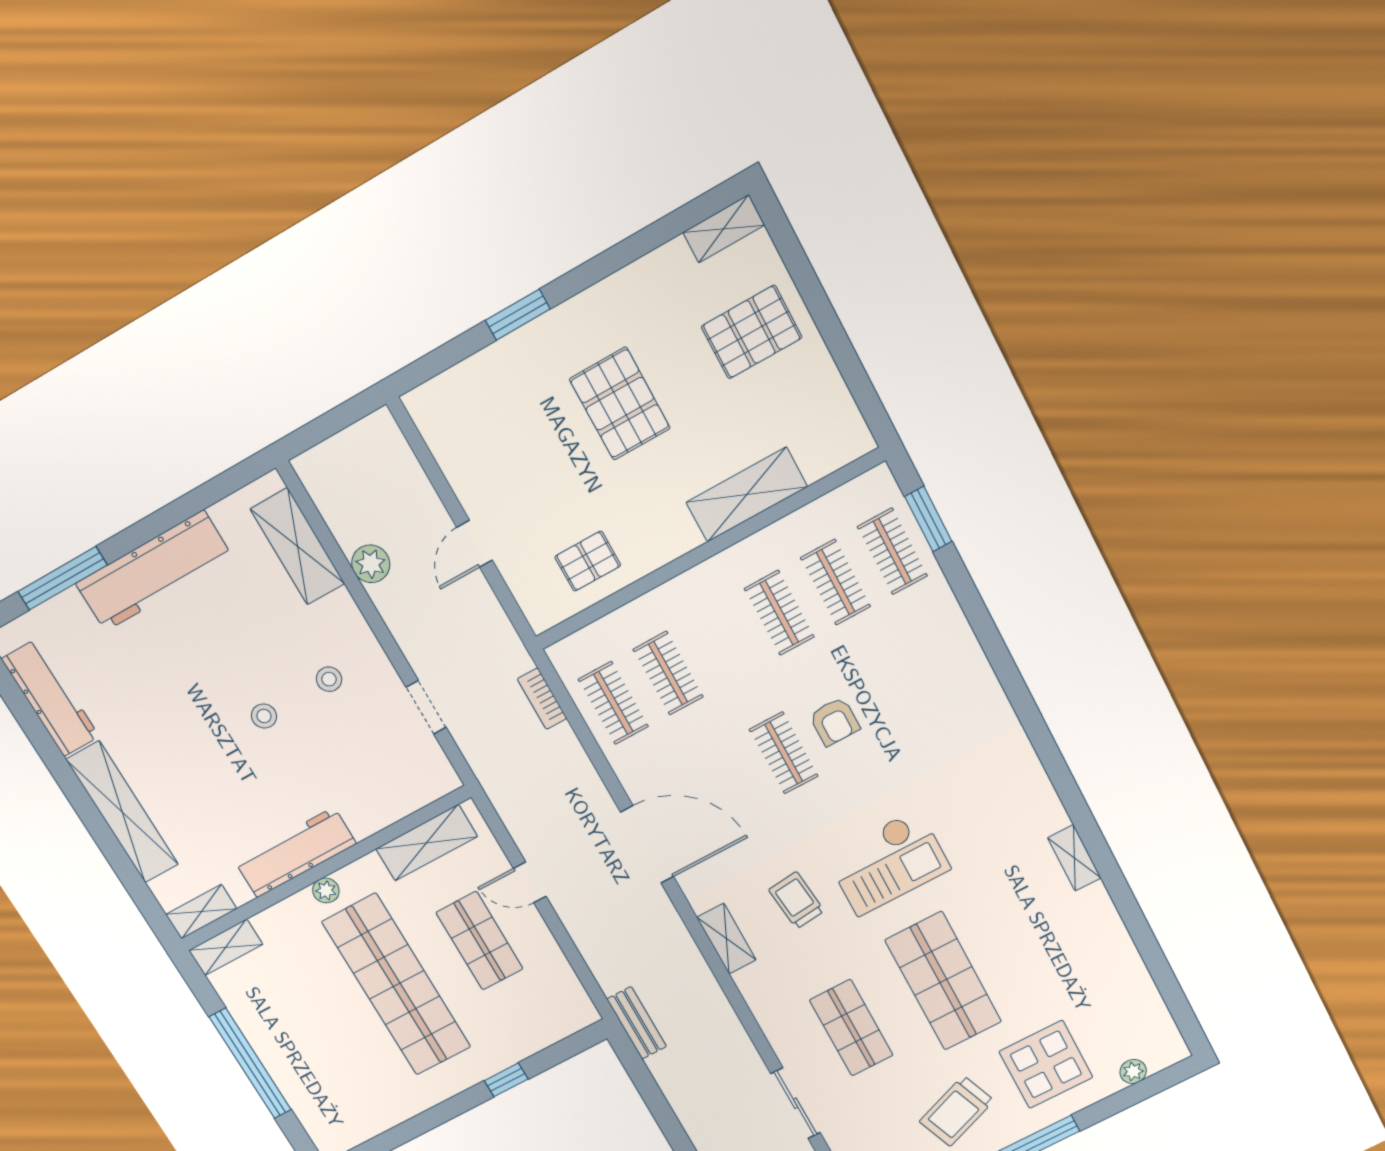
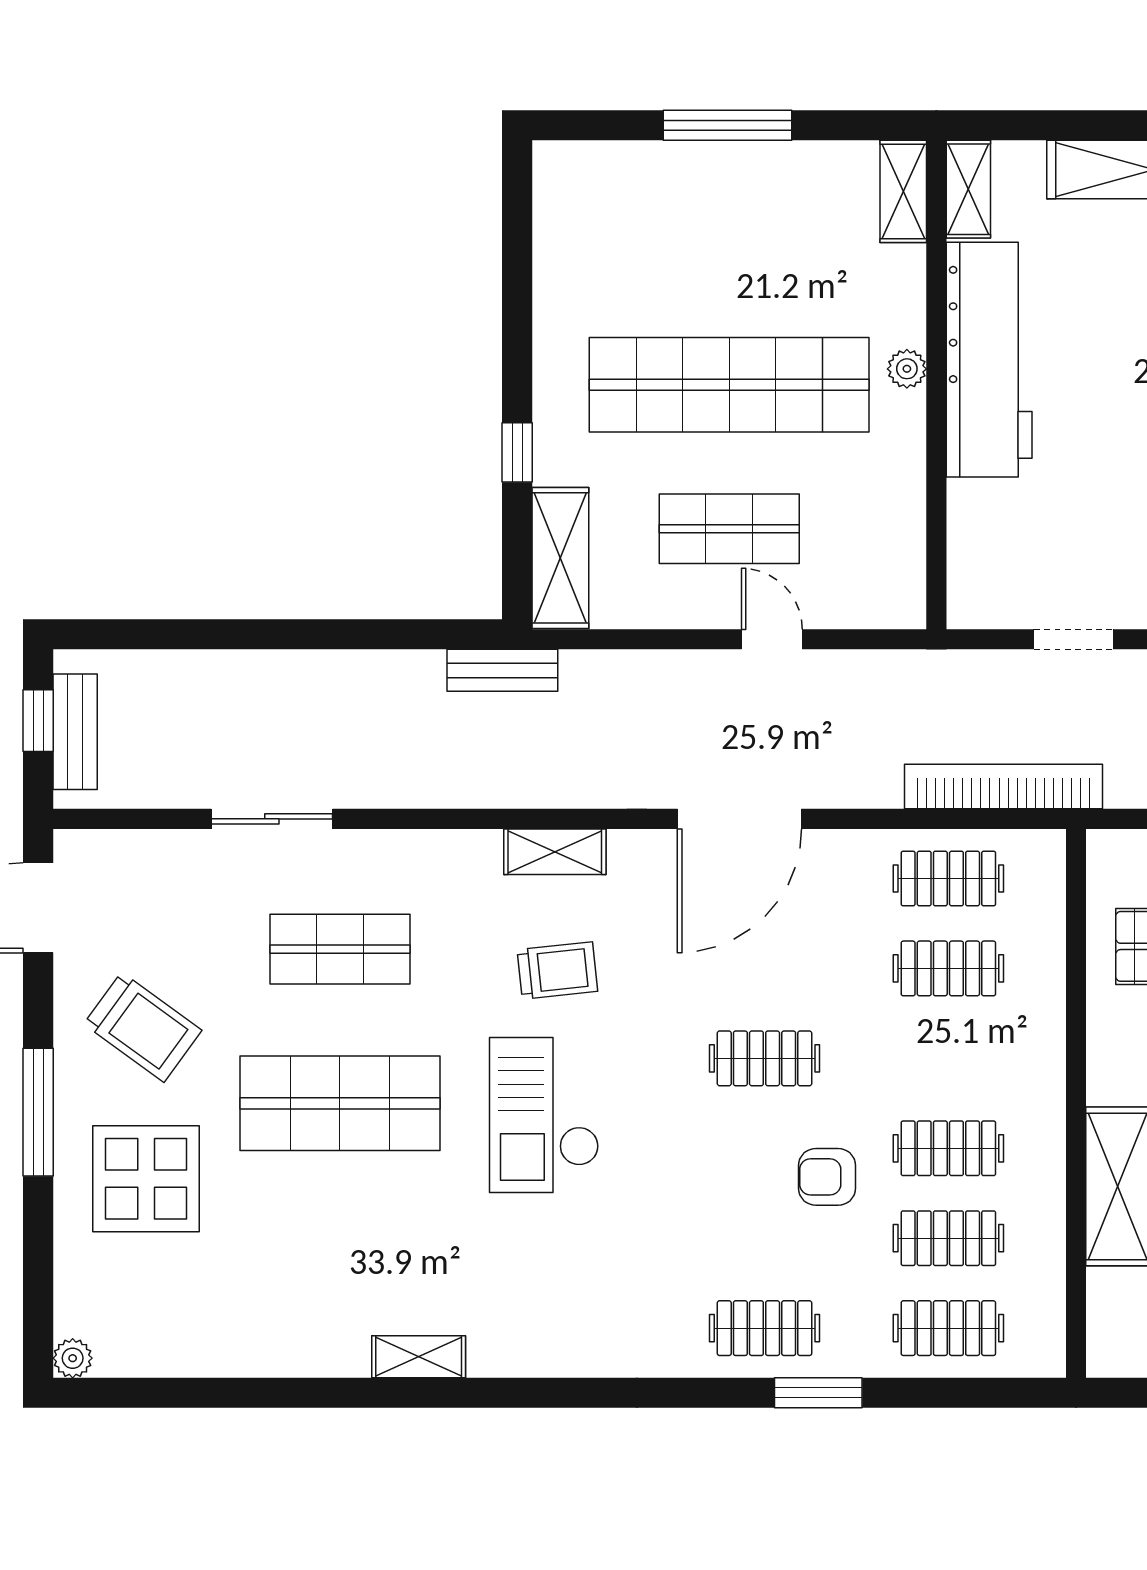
window: (928, 519) -> (818, 1393), moved
clothes rail: (951, 664) -> (765, 1328), added
bookcase: (542, 699) -> (1004, 786), width x2.31, depth x1.31
armchair: (834, 721) -> (827, 1177), moved
shelving: (427, 843) -> (560, 558), moved
workbench: (295, 853) -> (989, 360), width x1.36, depth x1.32
door: (530, 882) -> (772, 639), hinge flipped
window: (250, 1063) -> (727, 125), width x0.68
plant: (1133, 1071) -> (73, 1358), moved
trolley: (957, 1111) -> (143, 1027), turned 147

